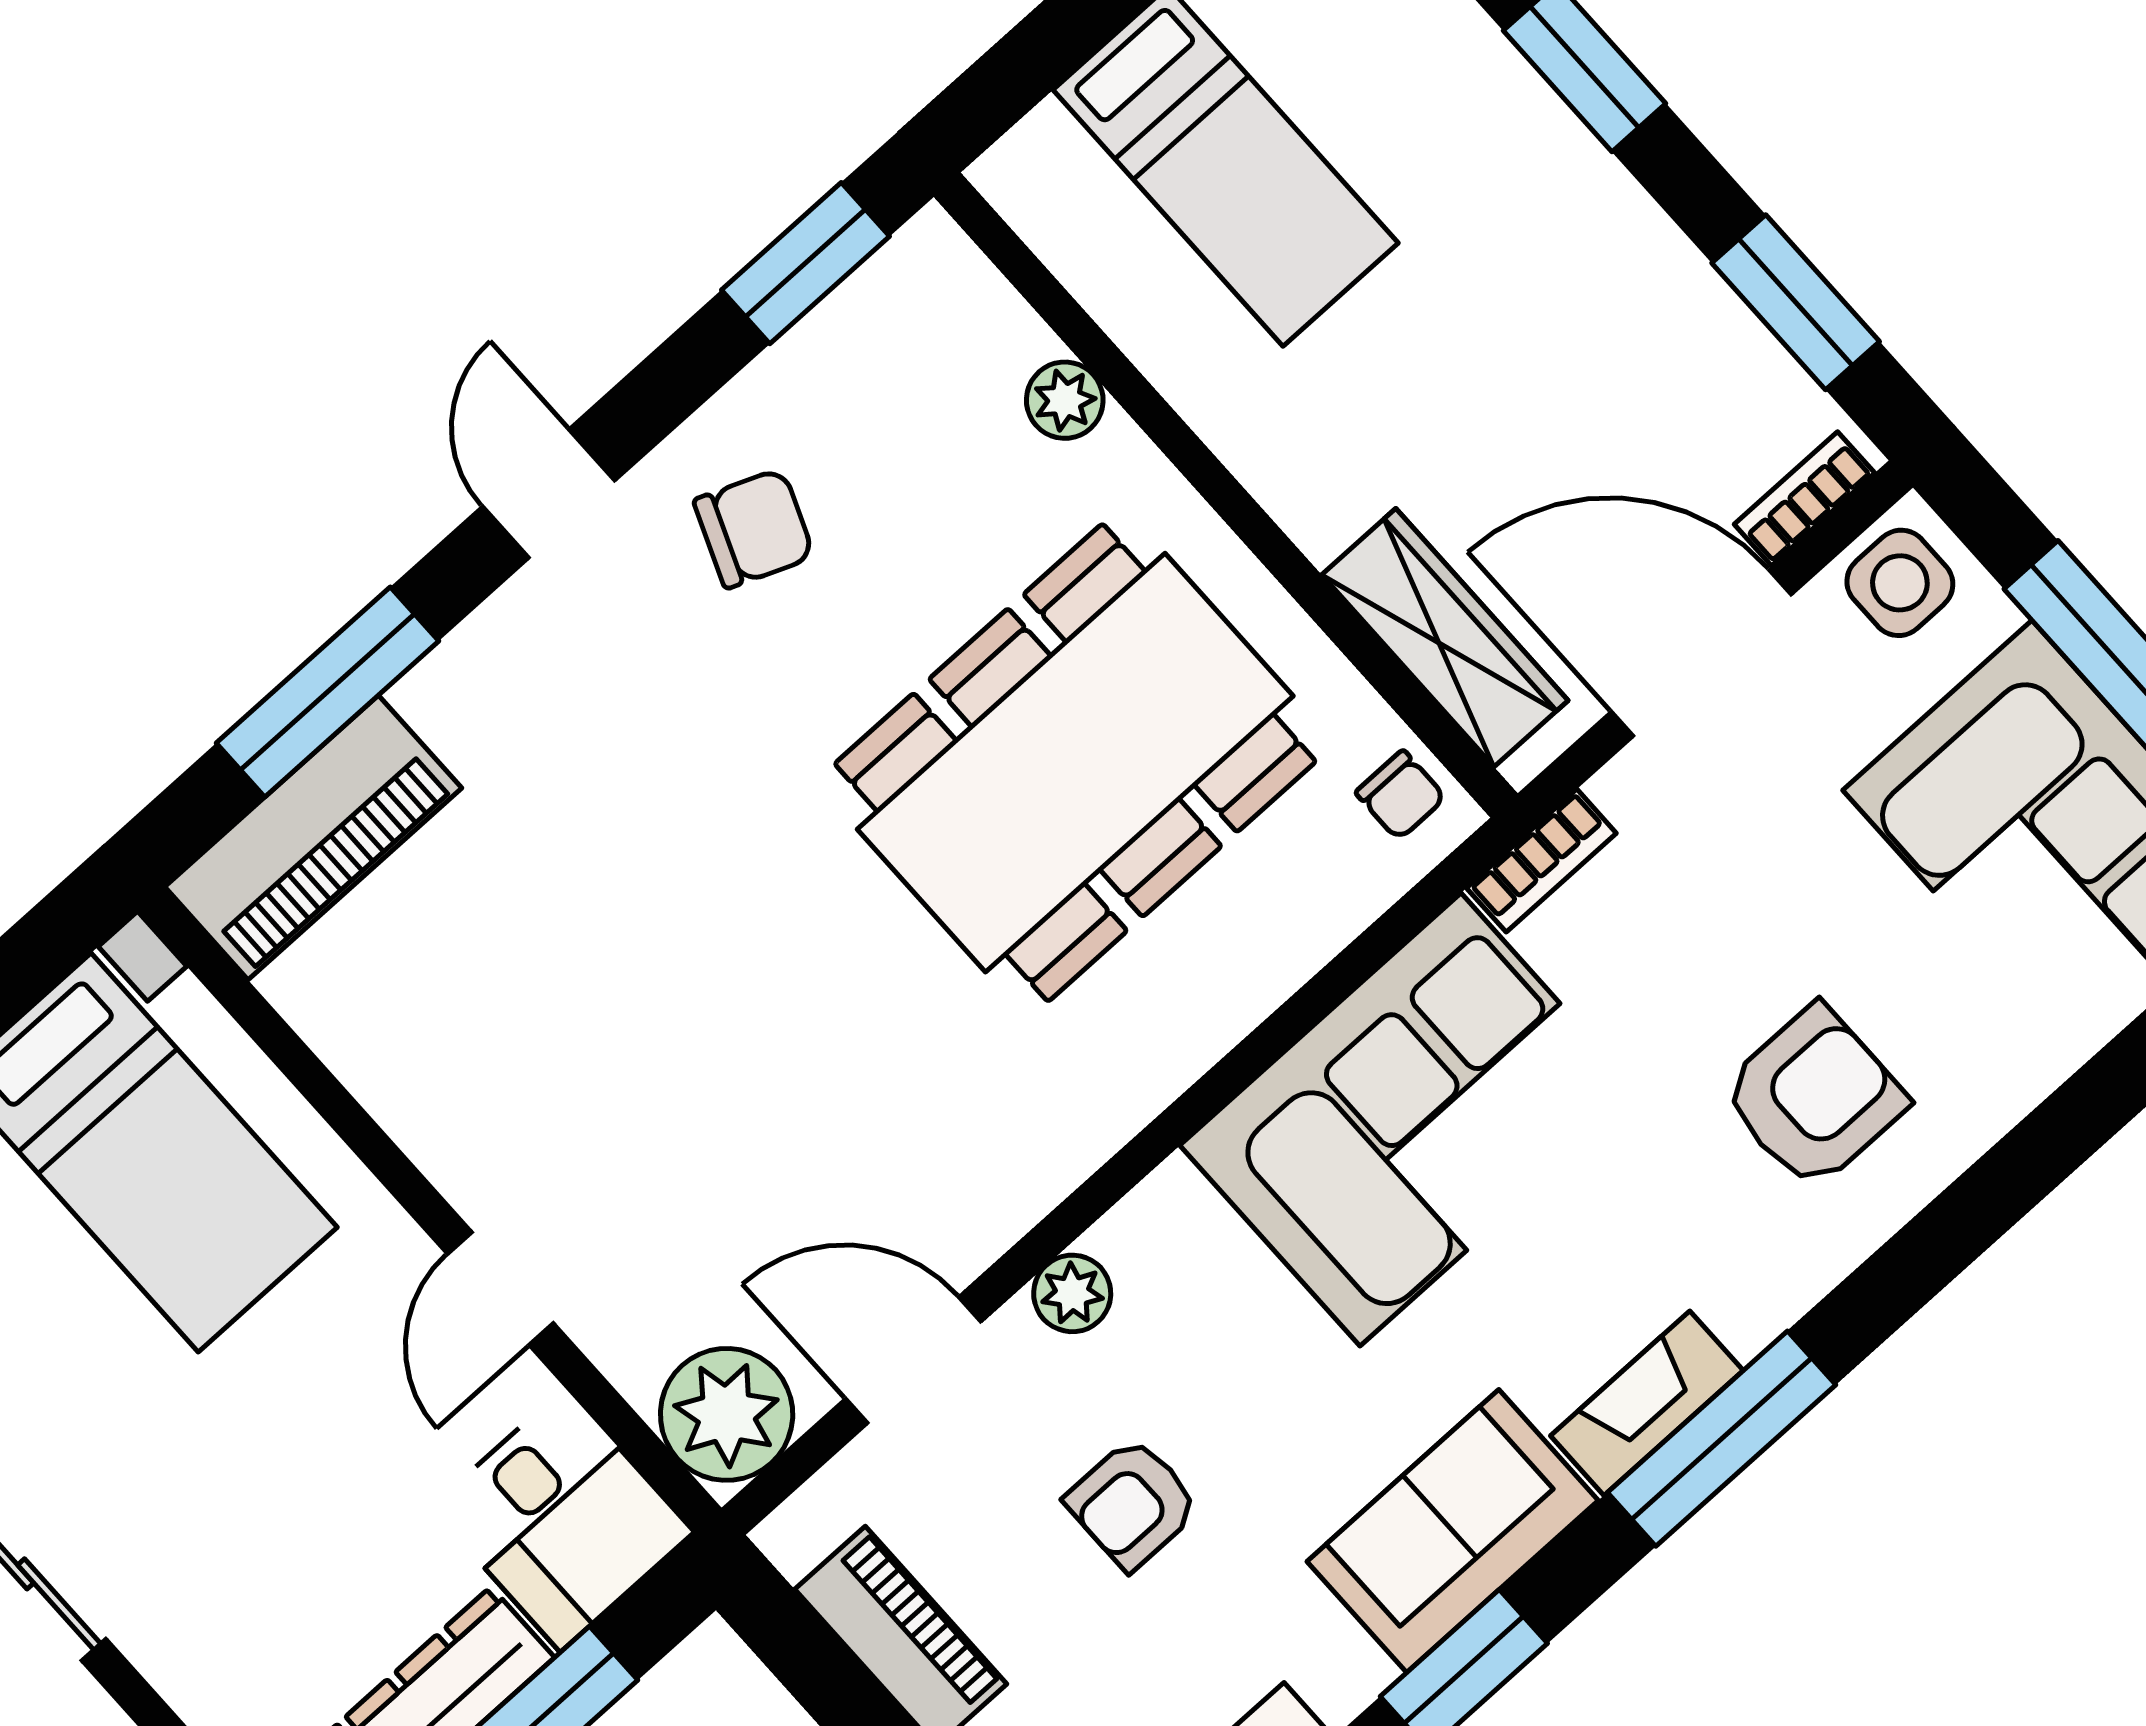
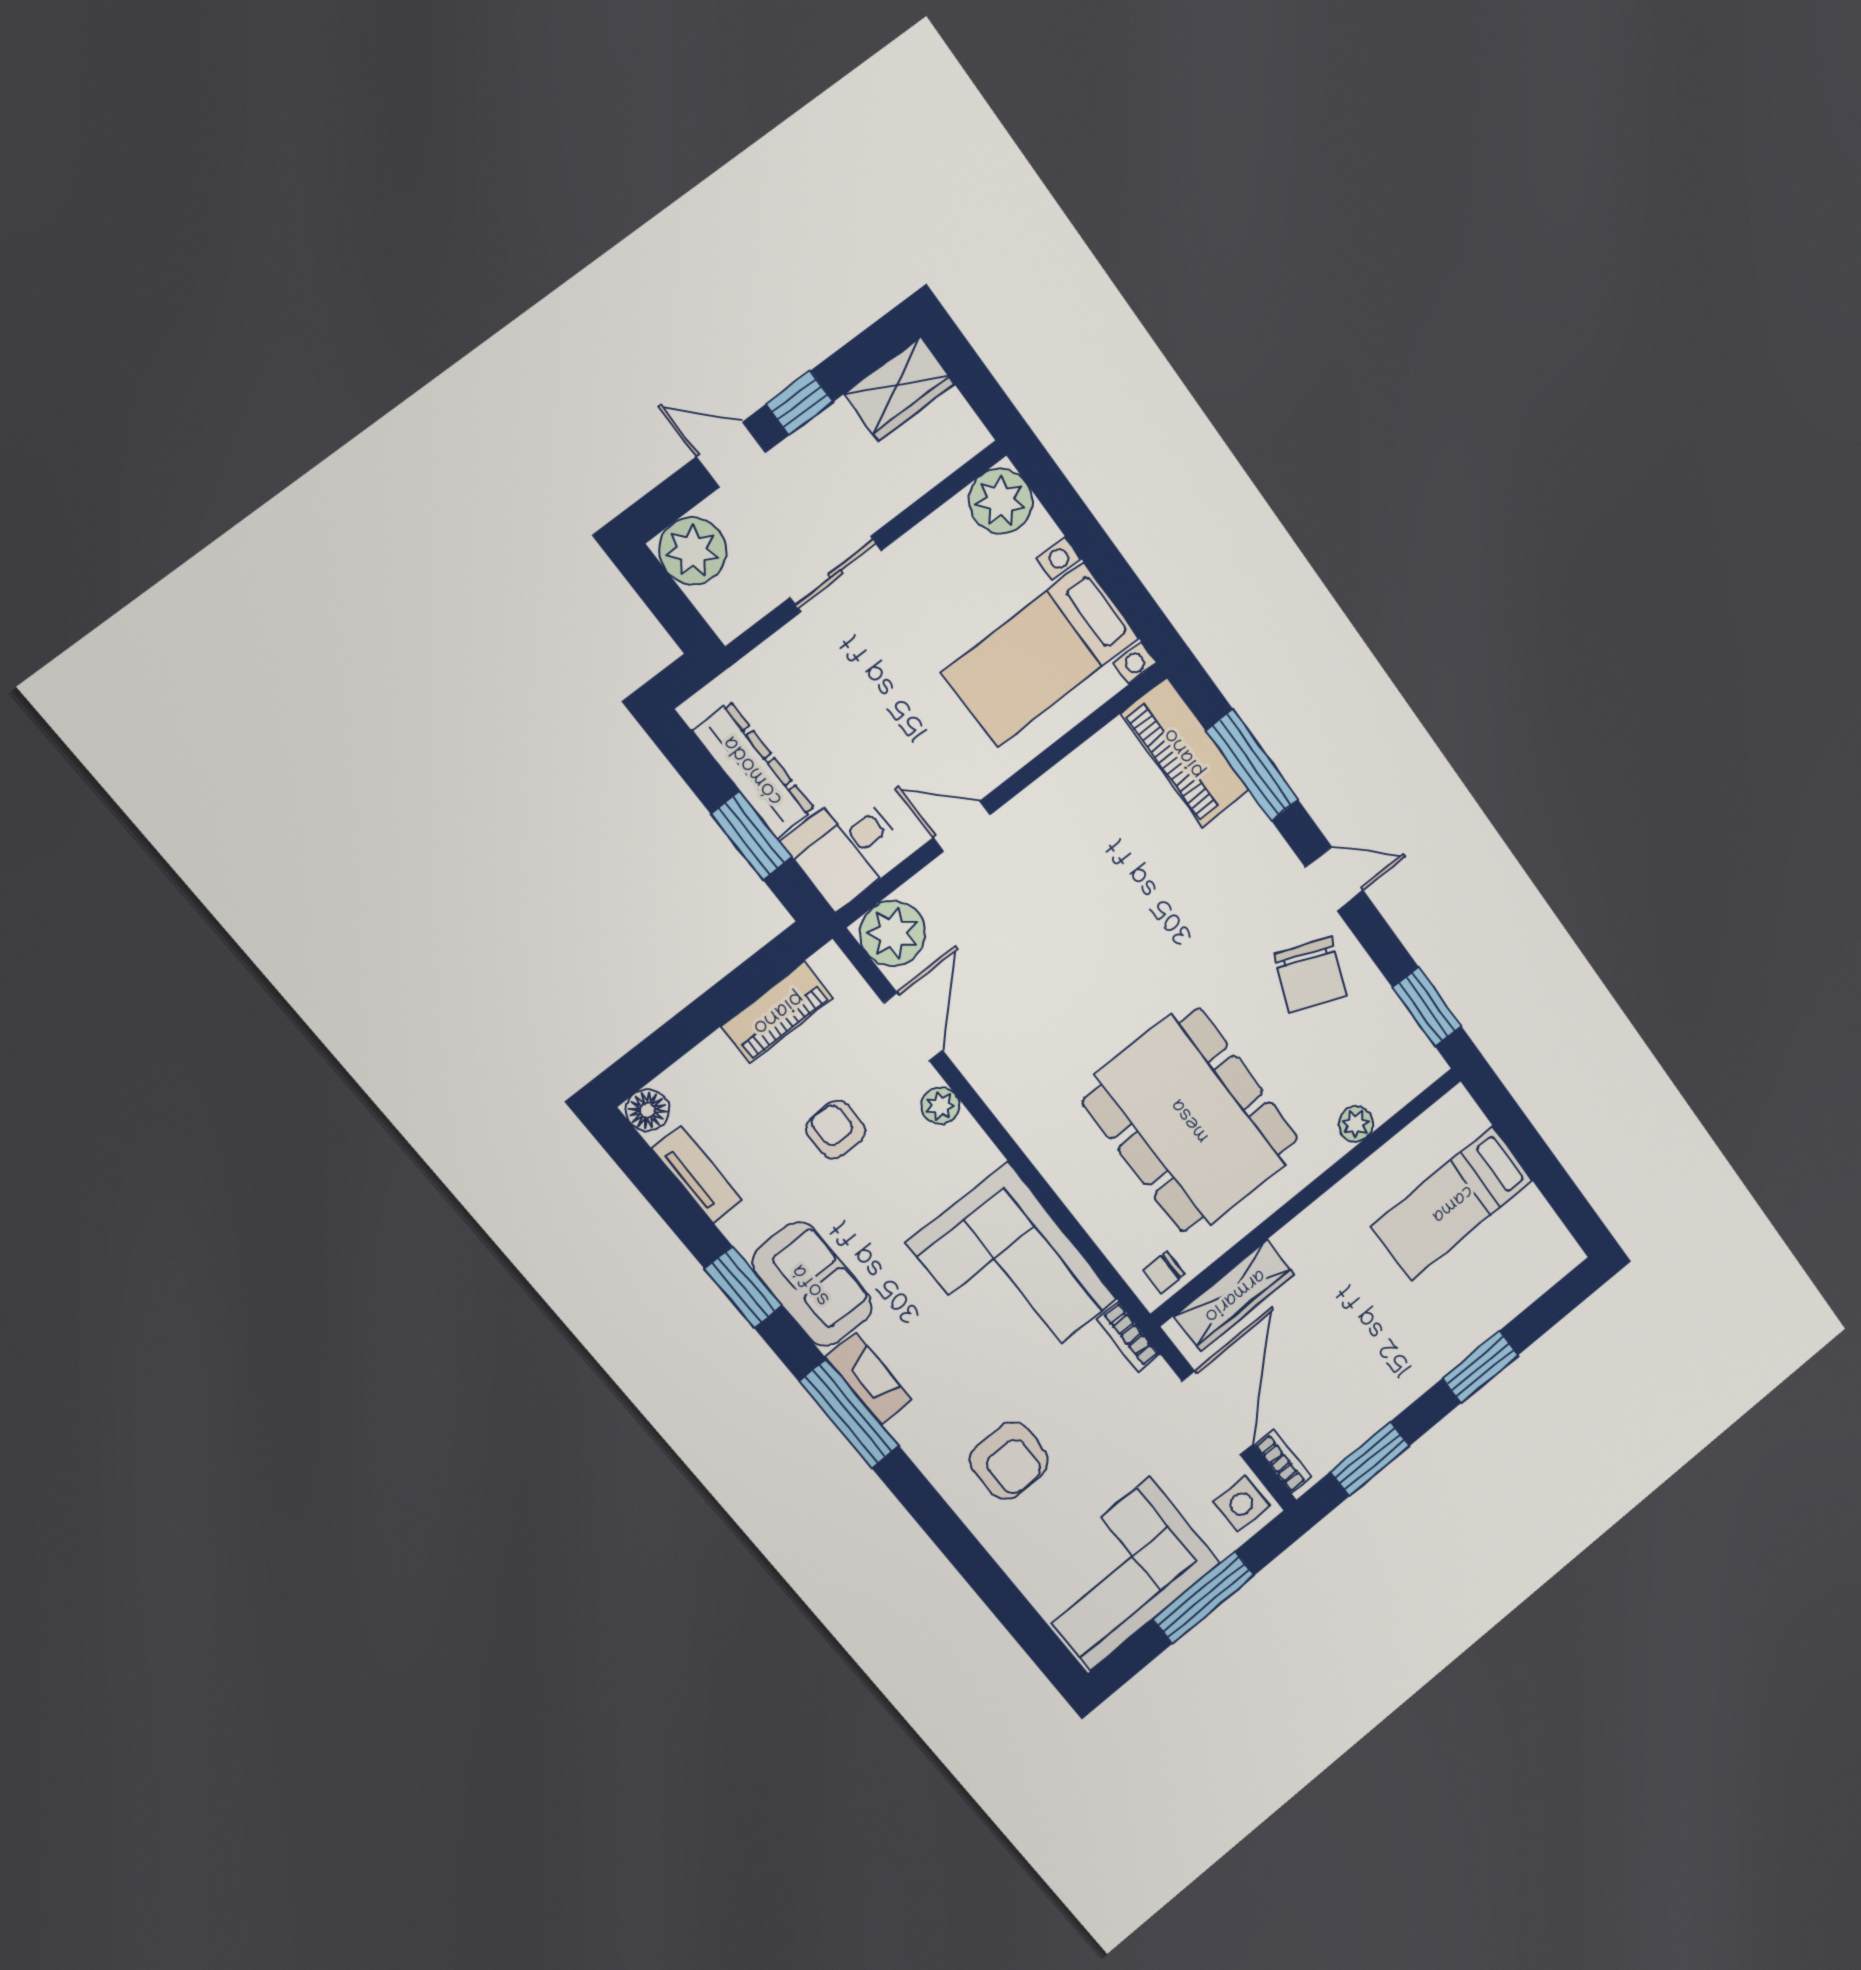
chair: (754, 528) -> (1310, 975), width x1.37, depth x1.37

